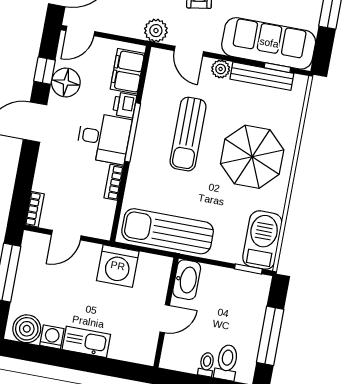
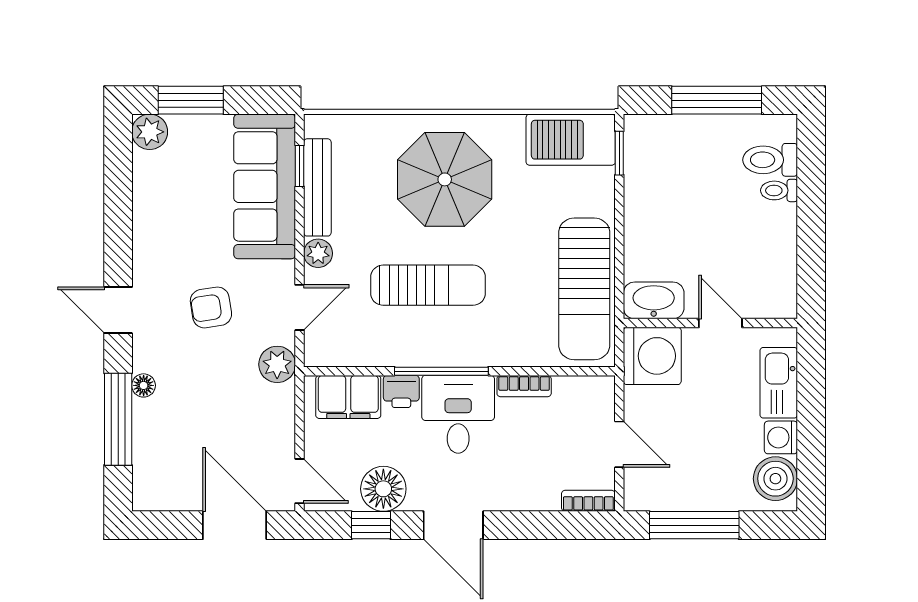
washbasin: (187, 280) -> (654, 300), moved
wall: (166, 313) -> (710, 323), moved
door: (165, 319) -> (720, 323), moved

